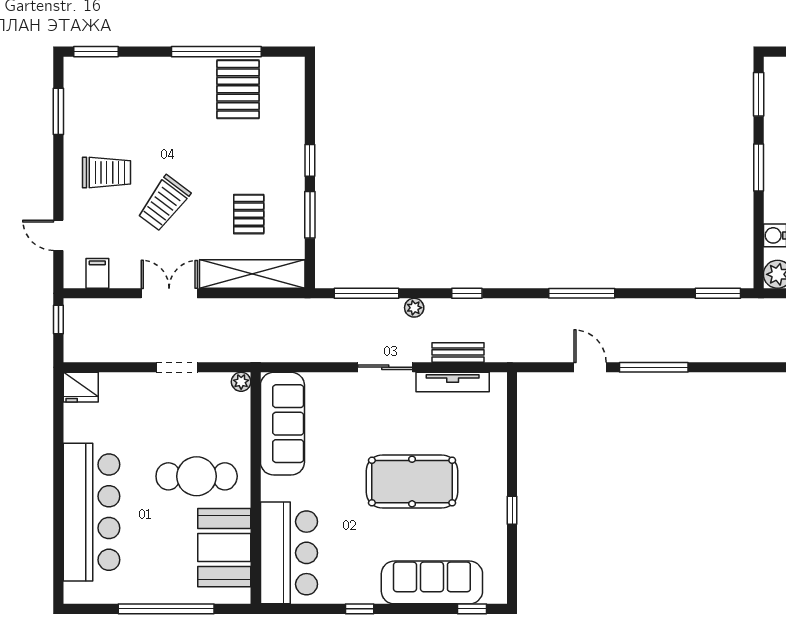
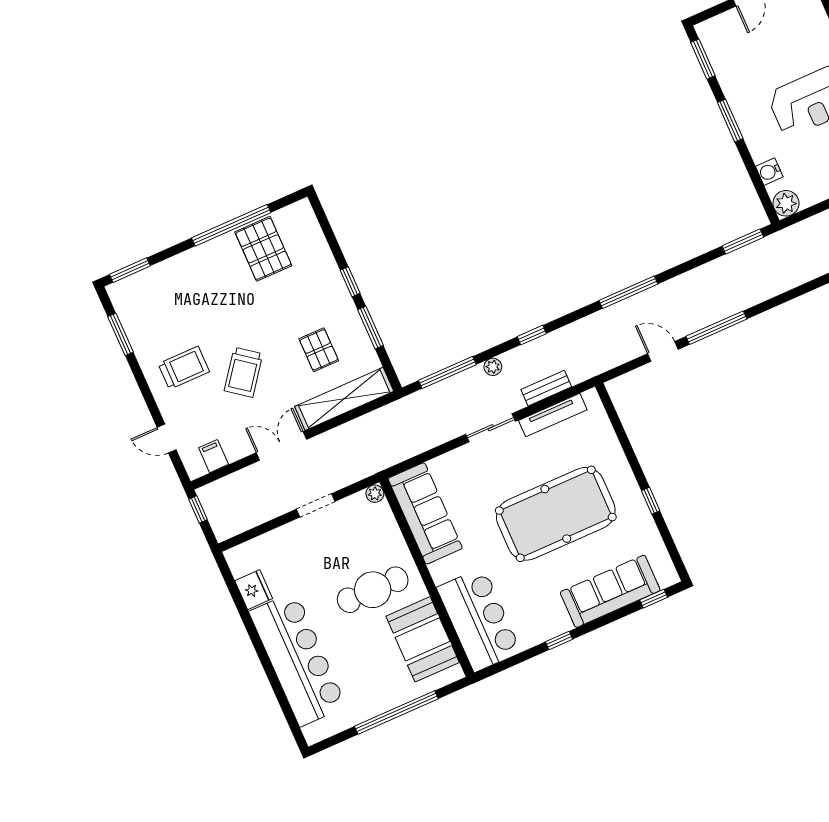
fridge: (81, 387) -> (254, 590), moved, turned -90
pool table: (412, 482) -> (556, 514), width x1.36, depth x1.32

